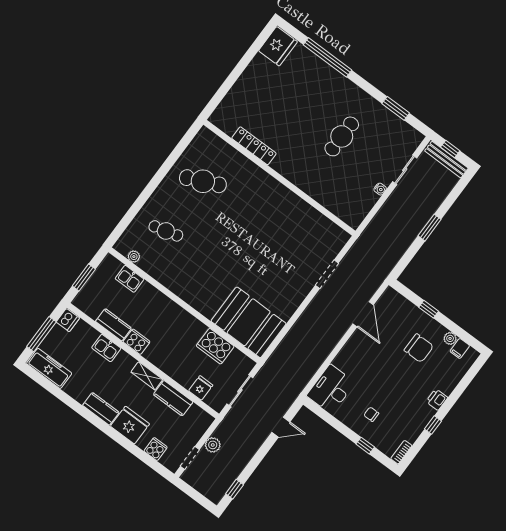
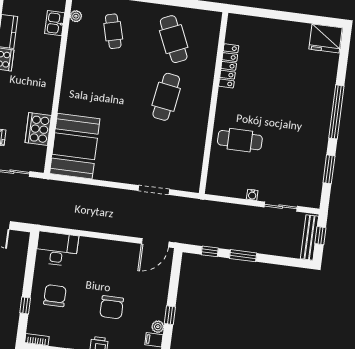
window: (327, 57) -> (336, 112), moved
cafe table: (342, 136) -> (240, 140), moved
cafe table: (250, 217) -> (166, 97), added
window: (409, 255) -> (210, 251), added
window: (429, 309) -> (170, 315), moved
door: (363, 314) -> (155, 243), moved
chair: (419, 348) -> (112, 307), moved
chair: (371, 414) -> (55, 296), width x1.87, depth x1.87

